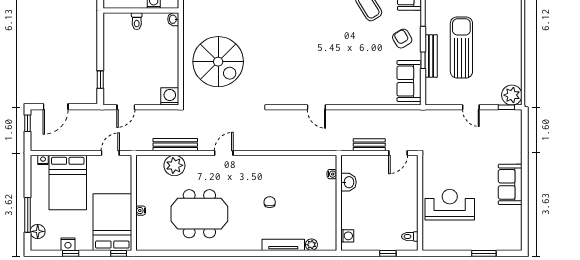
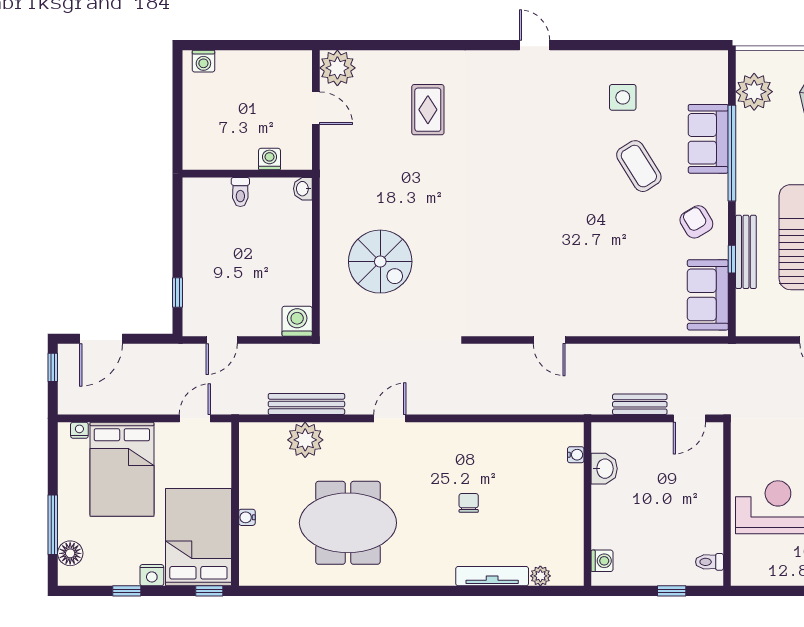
spiral stairs: (218, 62) -> (380, 262), width x0.73, depth x0.73
nightstand: (68, 244) -> (152, 575), moved

